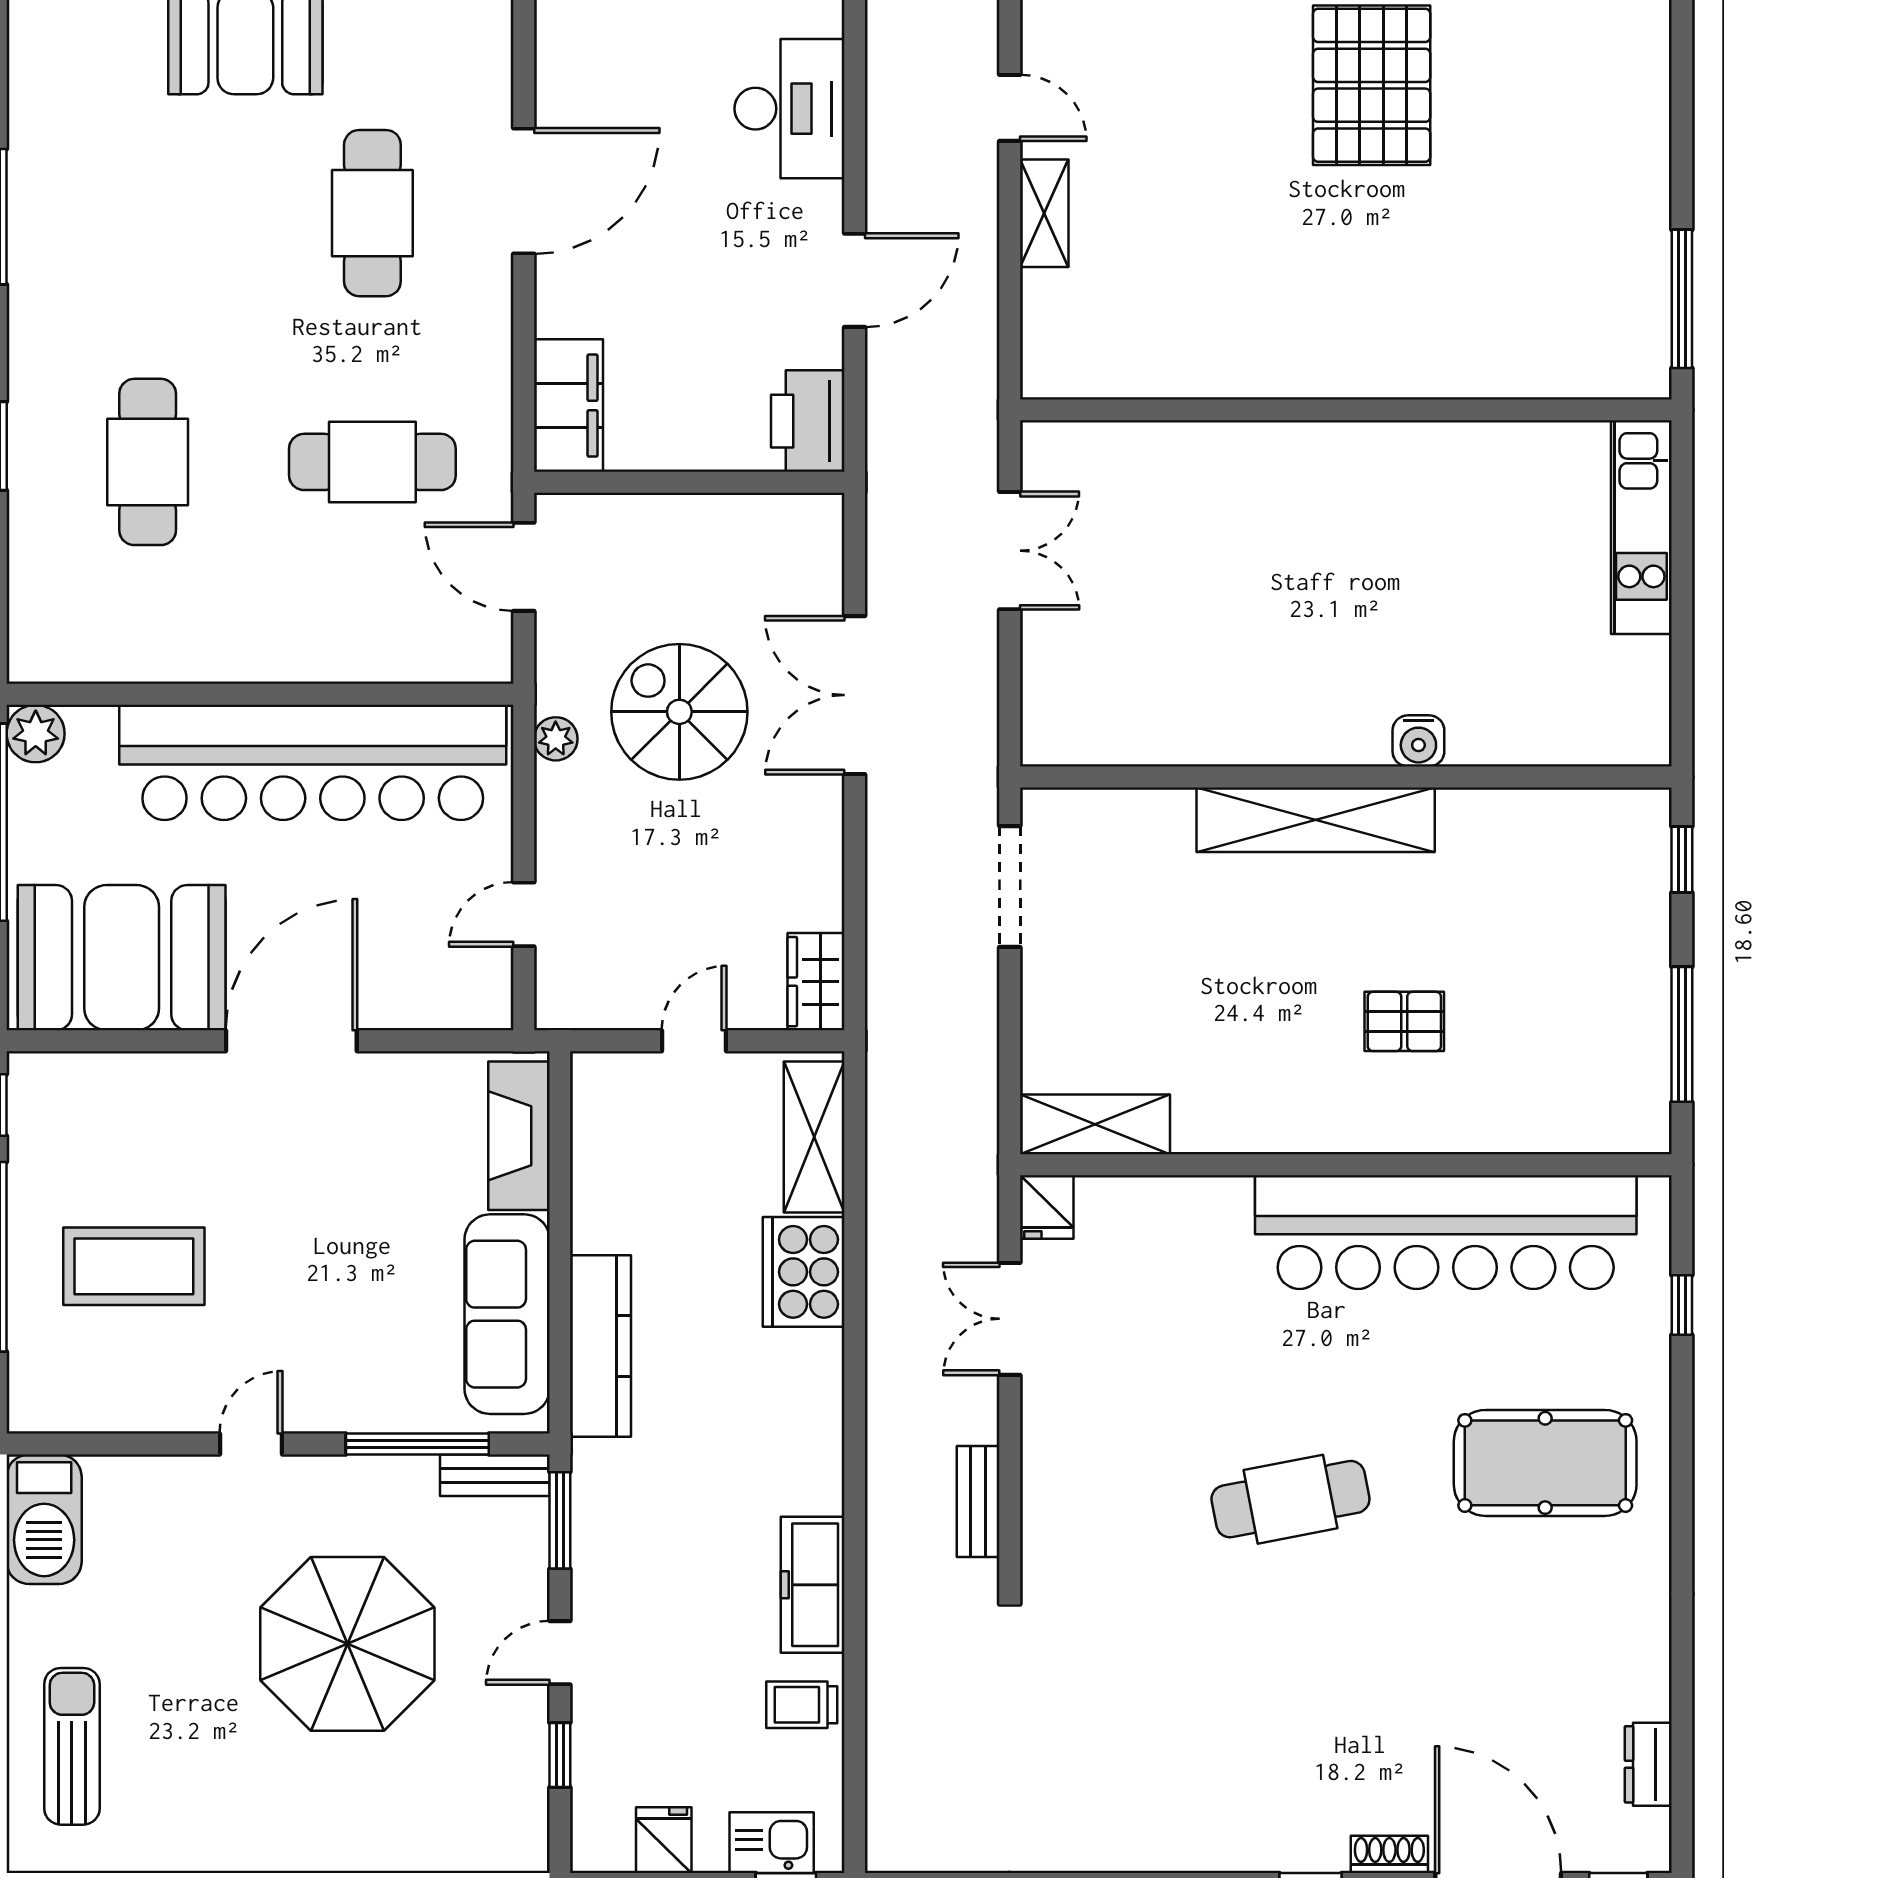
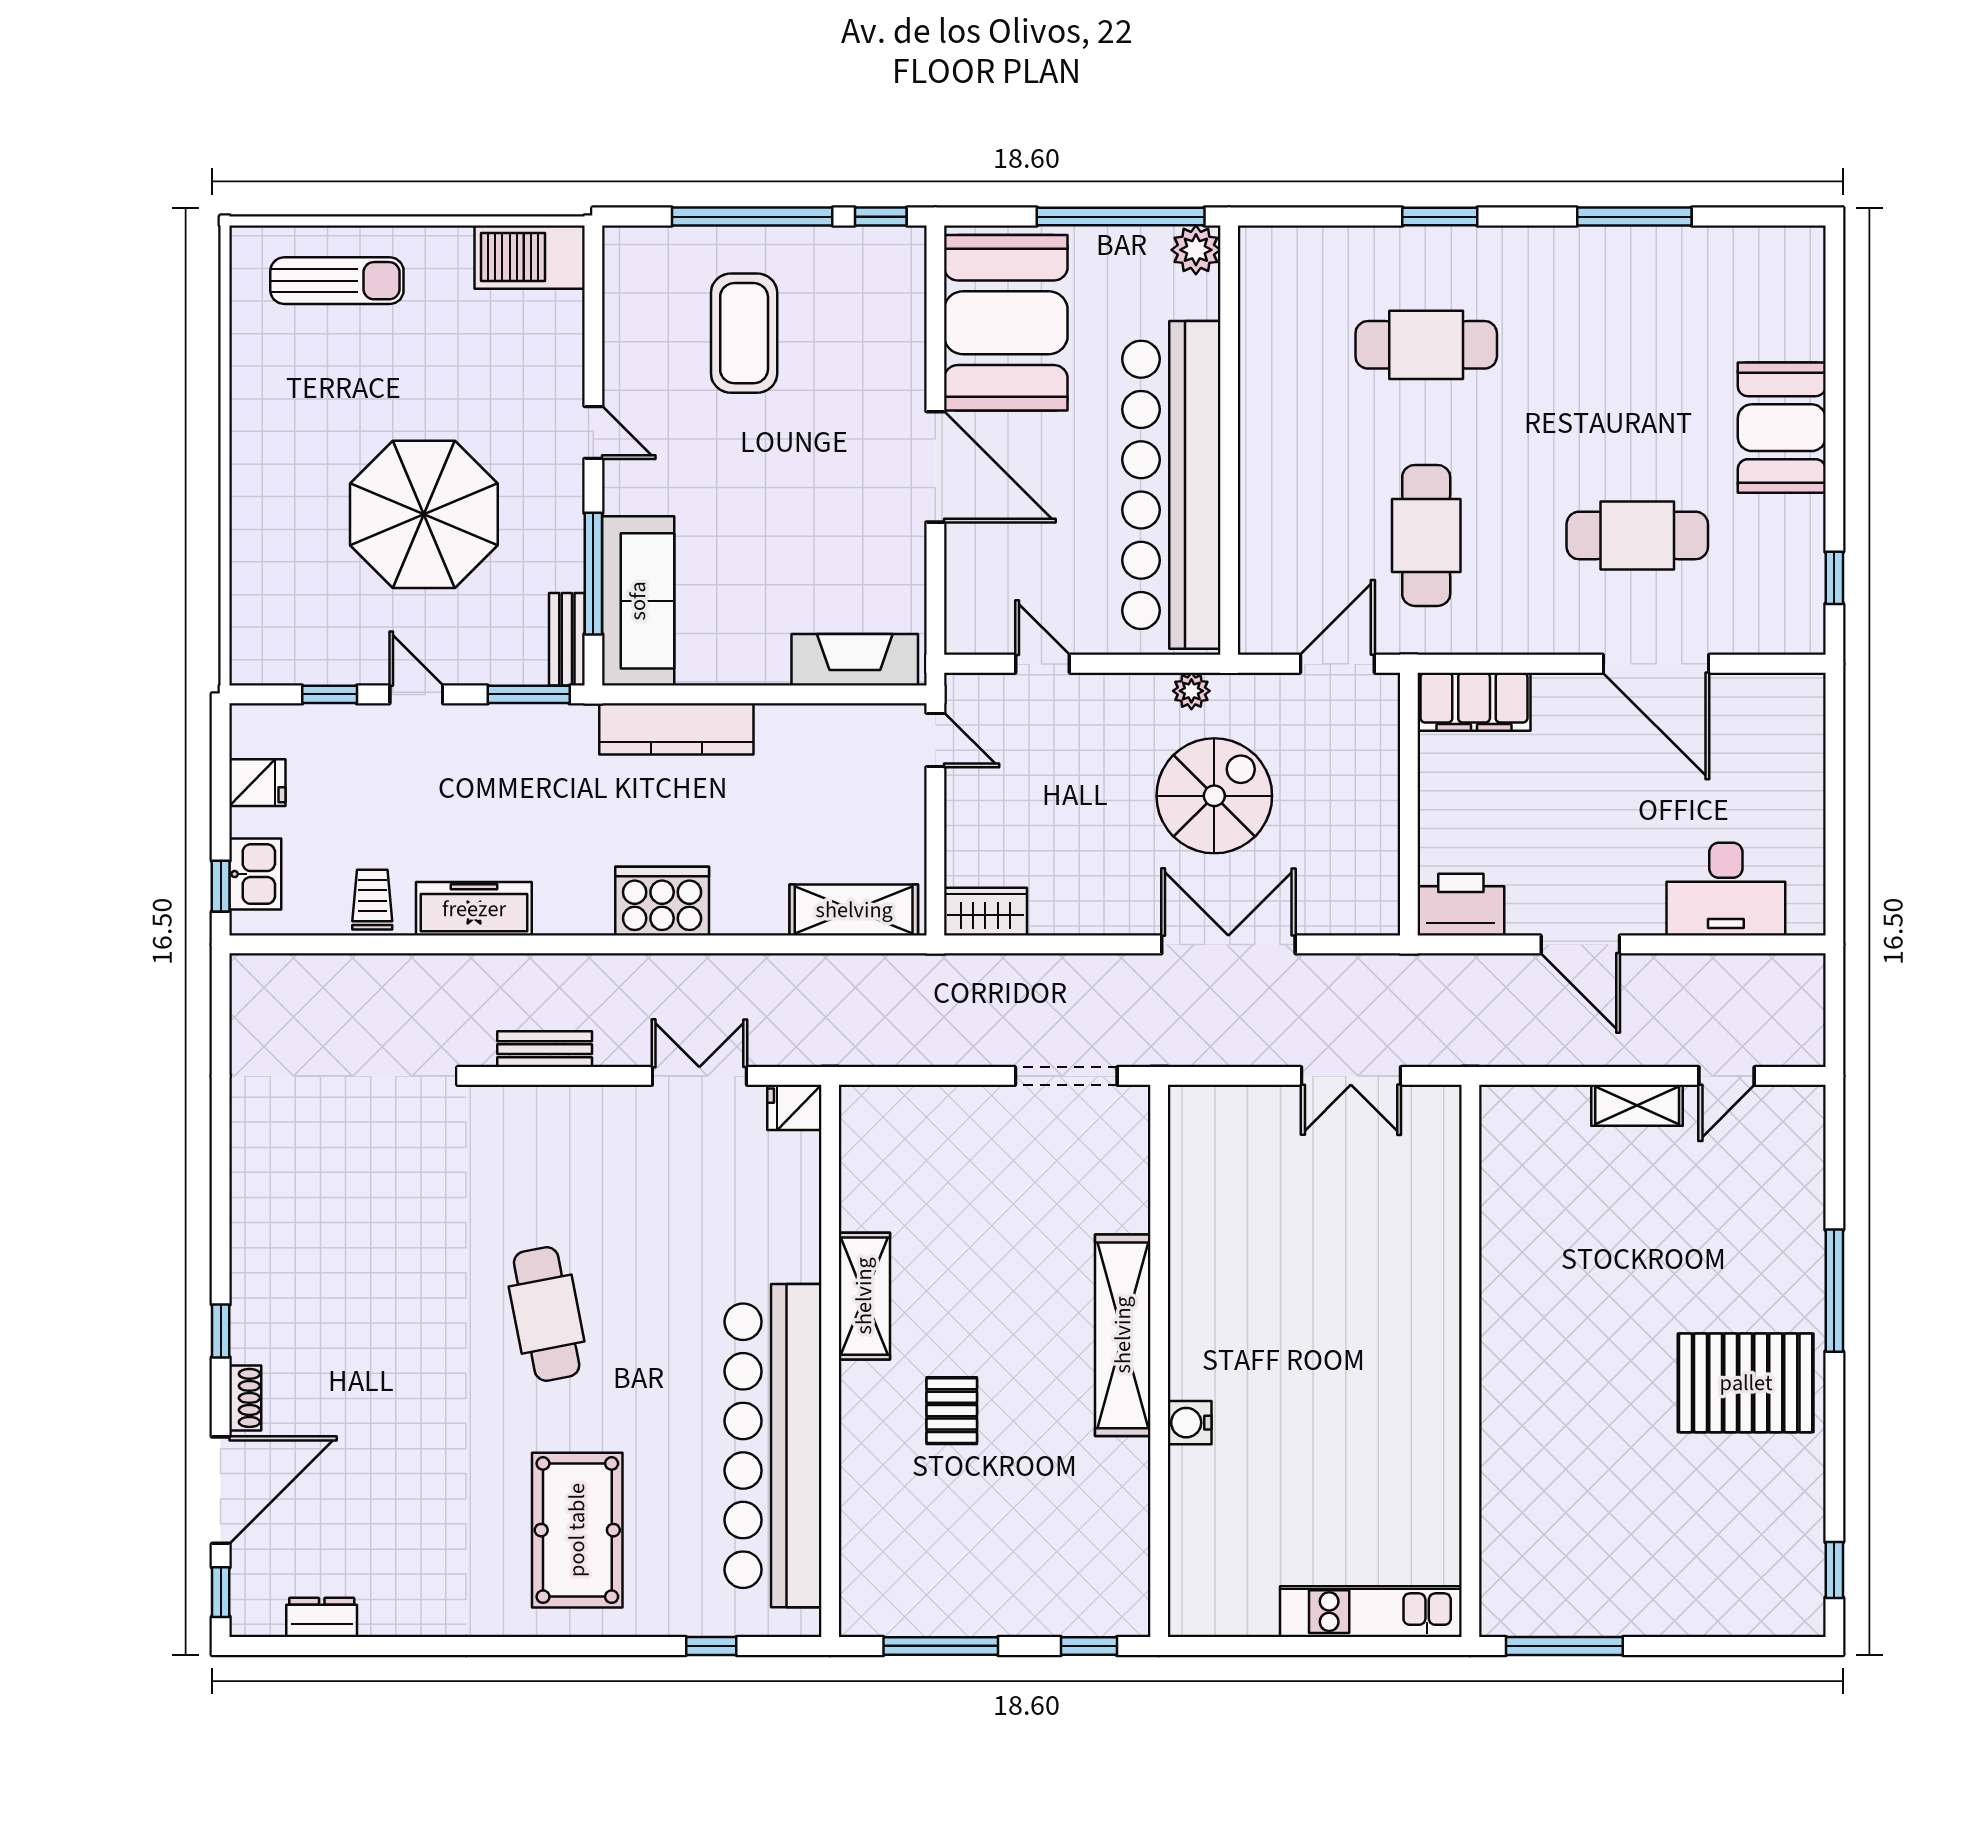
door: (694, 1041) -> (935, 740), moved
shelving: (1095, 1124) -> (864, 1296), moved
cooker: (804, 1272) -> (662, 901), moved
sofa: (507, 1314) -> (638, 601), moved, turned 90

